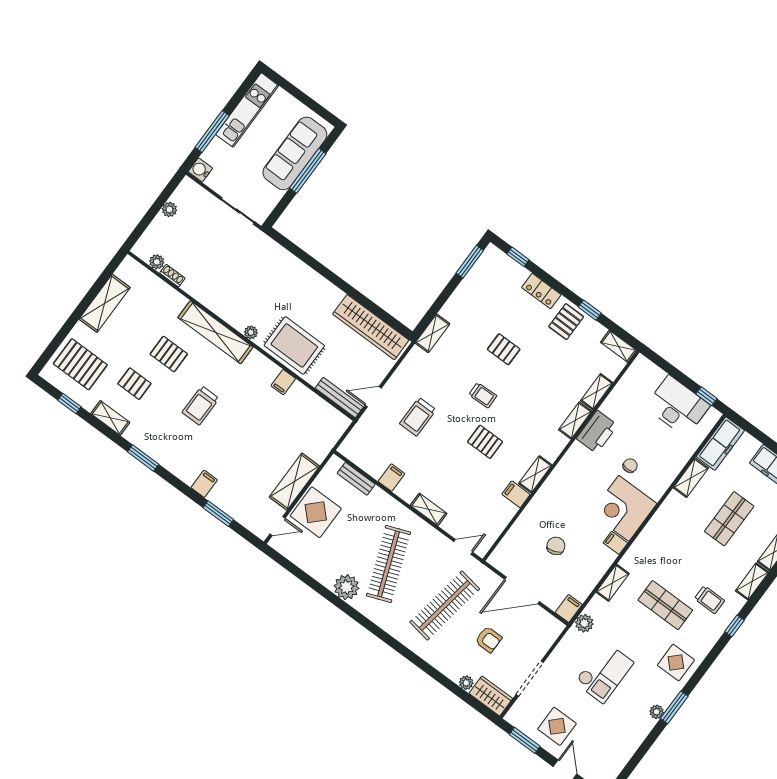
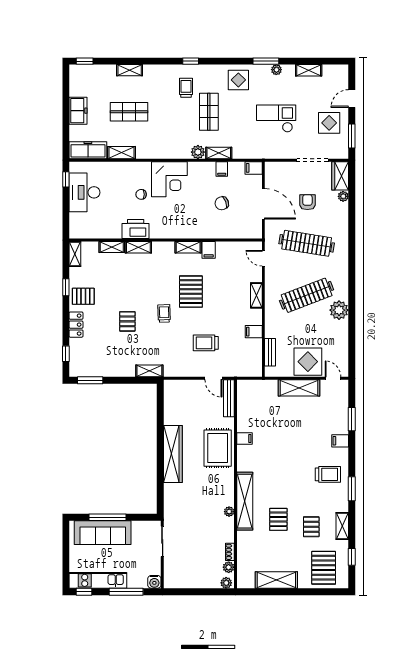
window: (246, 86) -> (84, 592), added
plant: (169, 209) -> (226, 583), moved
wardrobe: (371, 327) -> (173, 454), moved
plant: (251, 332) -> (229, 512), moved
trolley: (200, 405) -> (328, 474), moved
trolley: (418, 417) -> (206, 343), turned 180
pallet: (485, 442) -> (191, 292), width x1.50, depth x1.42
filing cabinet: (615, 543) -> (222, 169), moved
shelving: (752, 581) -> (309, 70), moved
plant: (584, 623) -> (198, 152), moved

